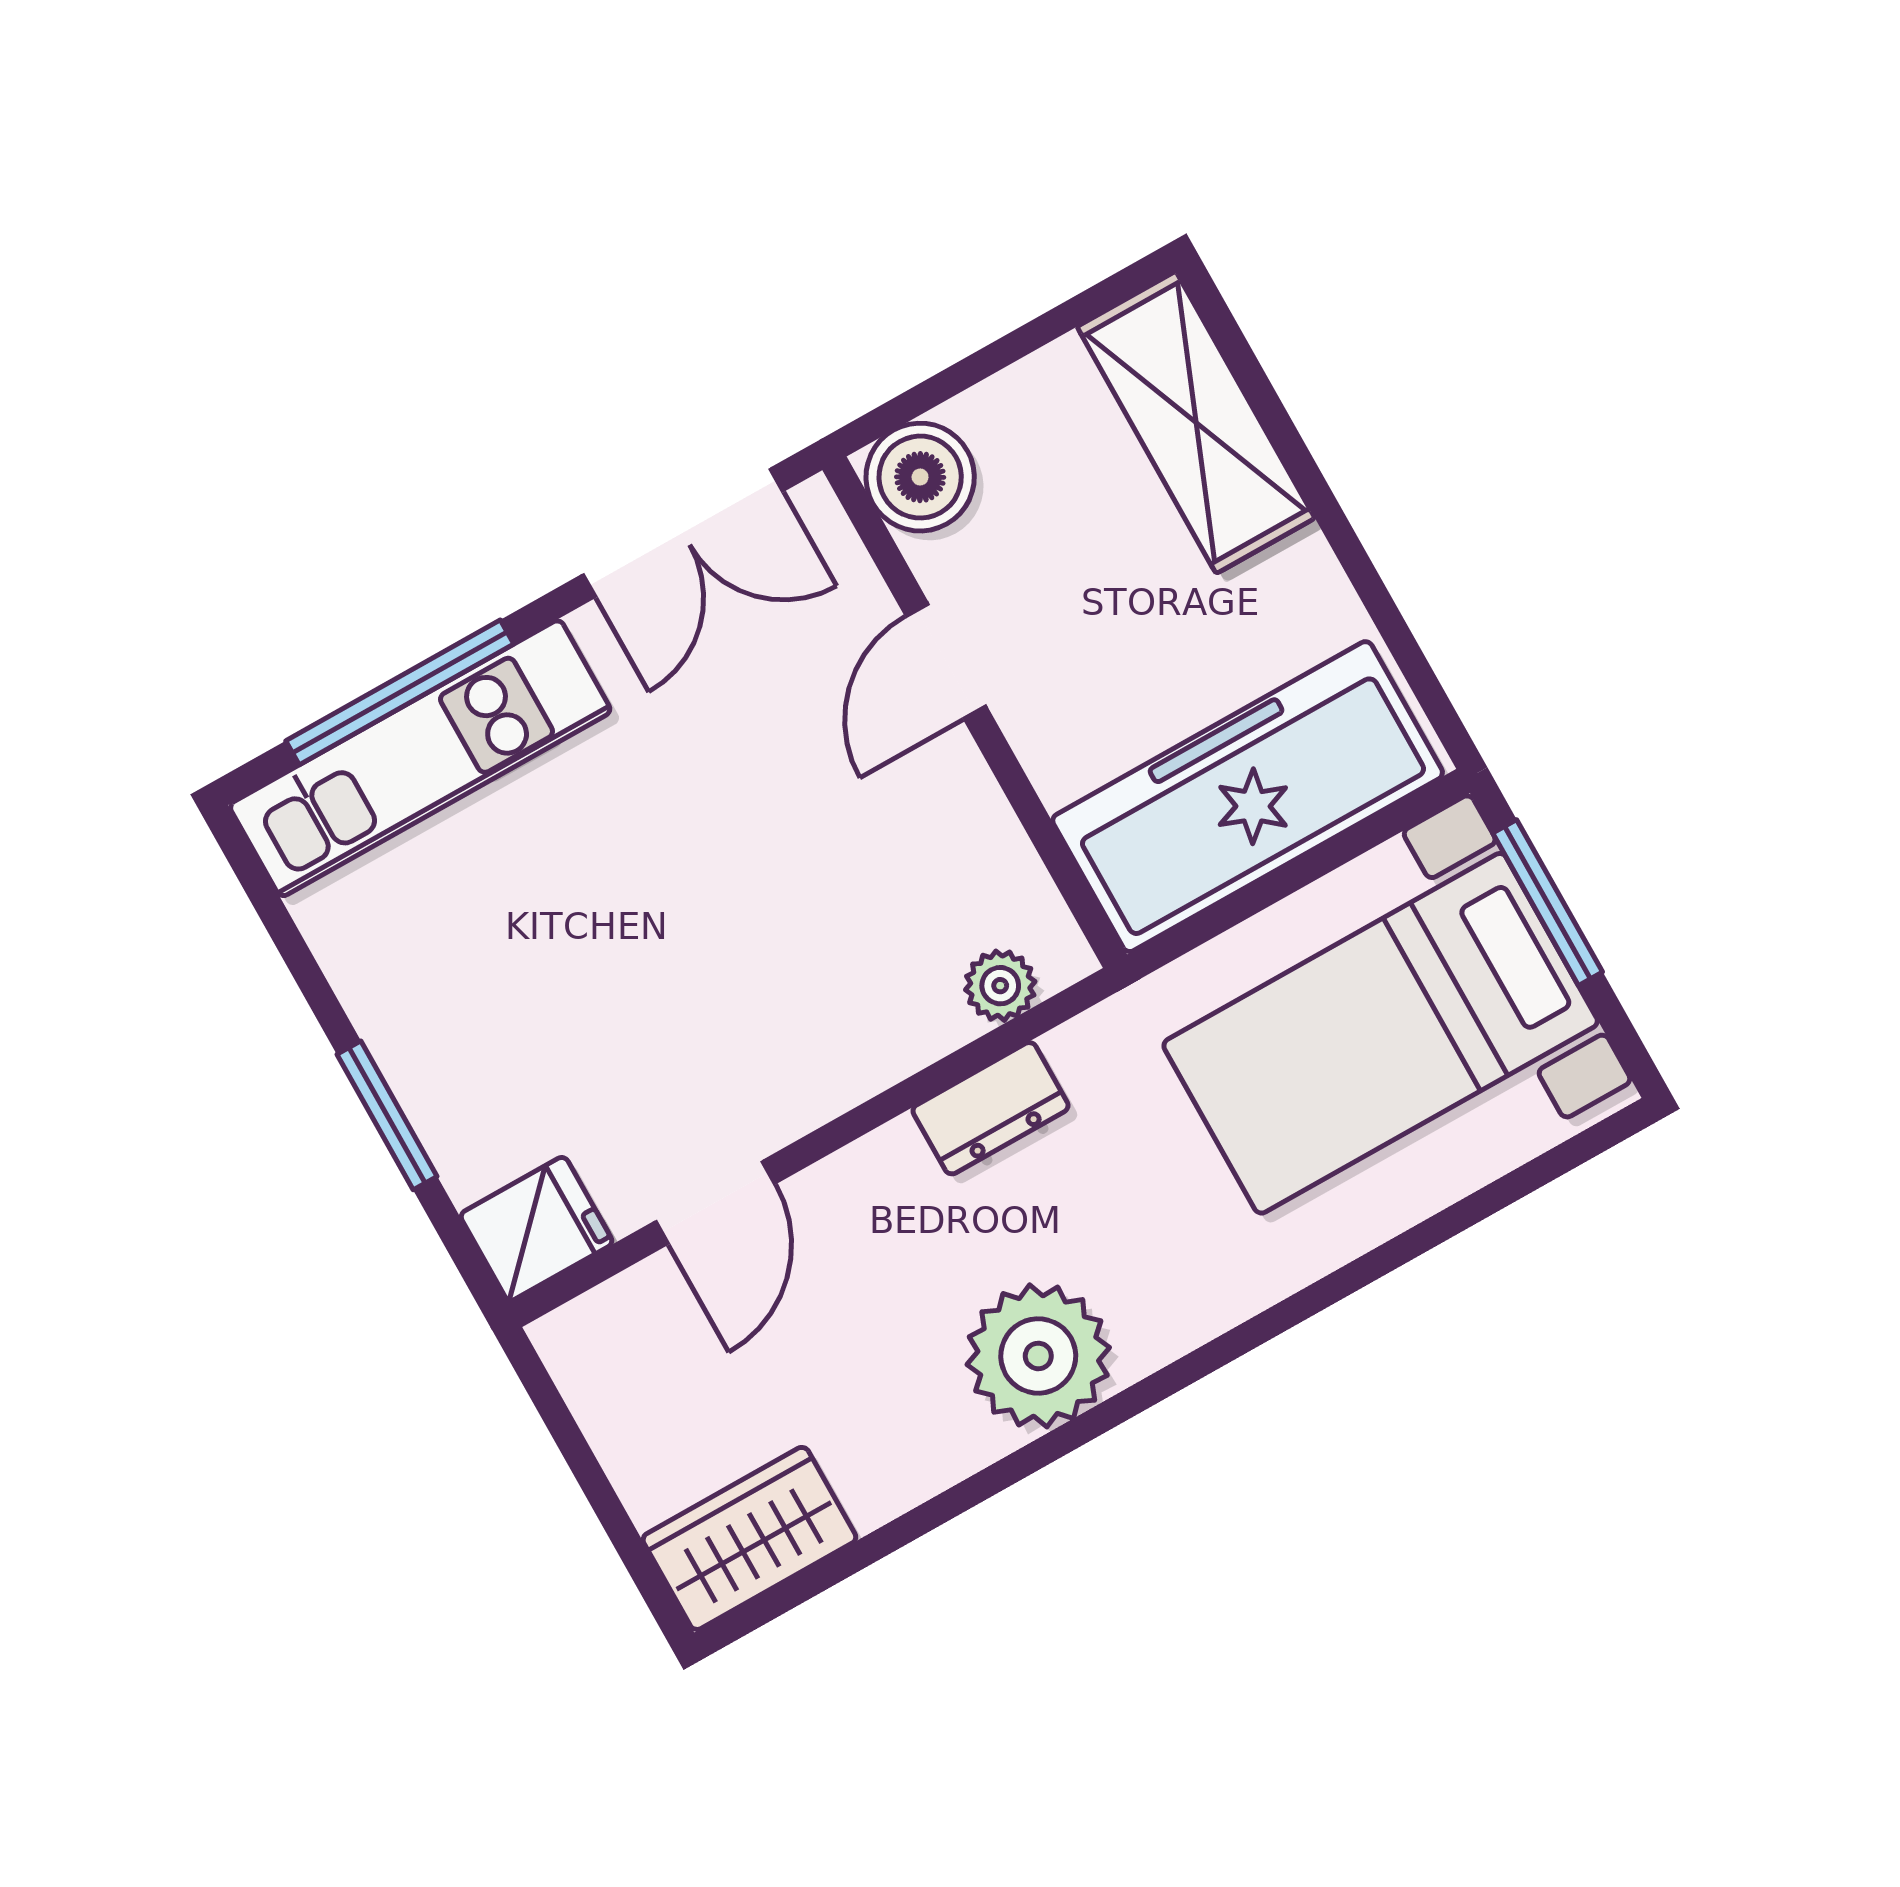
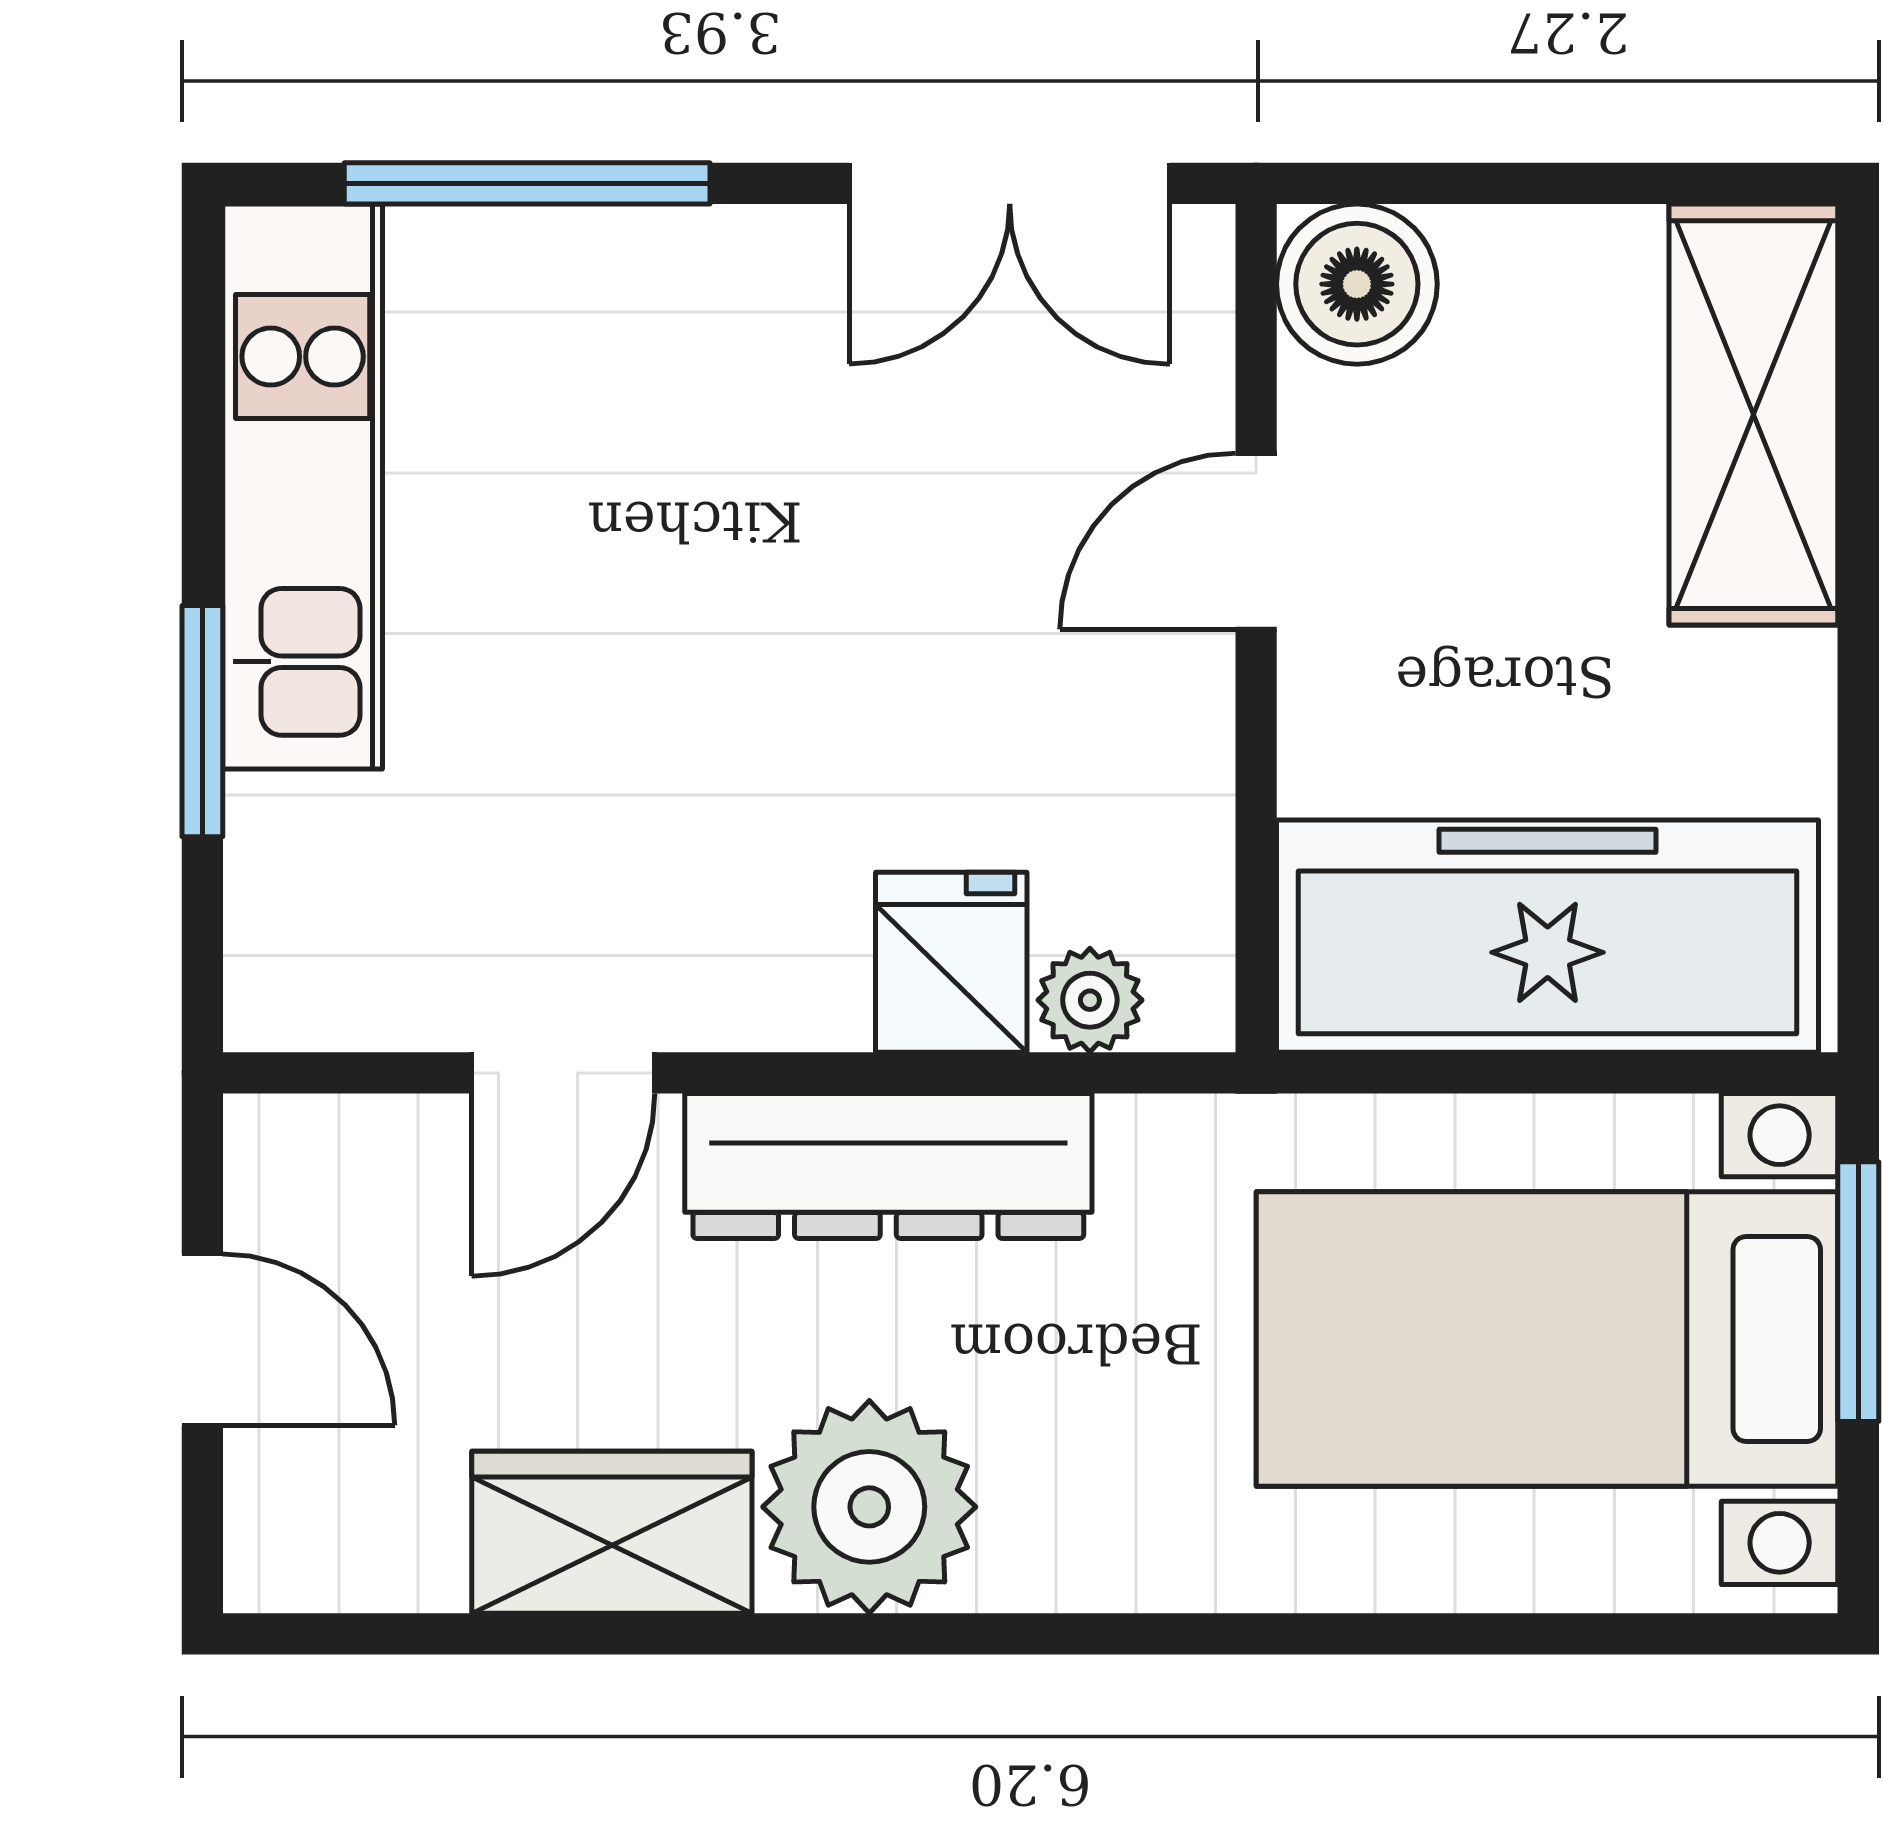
kitchen unit: (420, 758) -> (303, 487), moved, turned -90
dresser: (991, 1108) -> (888, 1166), width x1.96, depth x1.24
fridge: (536, 1229) -> (951, 962), moved, turned -90
door: (592, 1478) -> (202, 1340), added
wardrobe: (749, 1538) -> (612, 1532), moved

